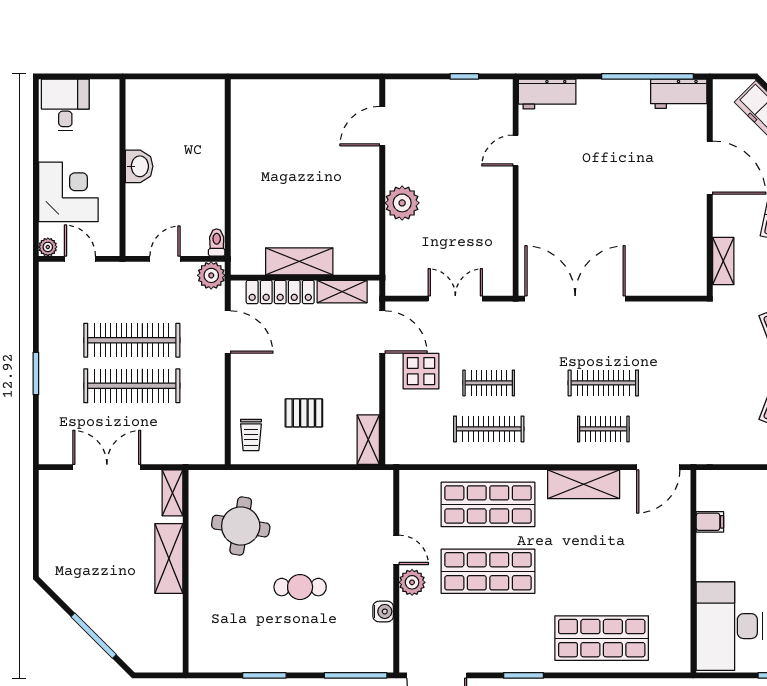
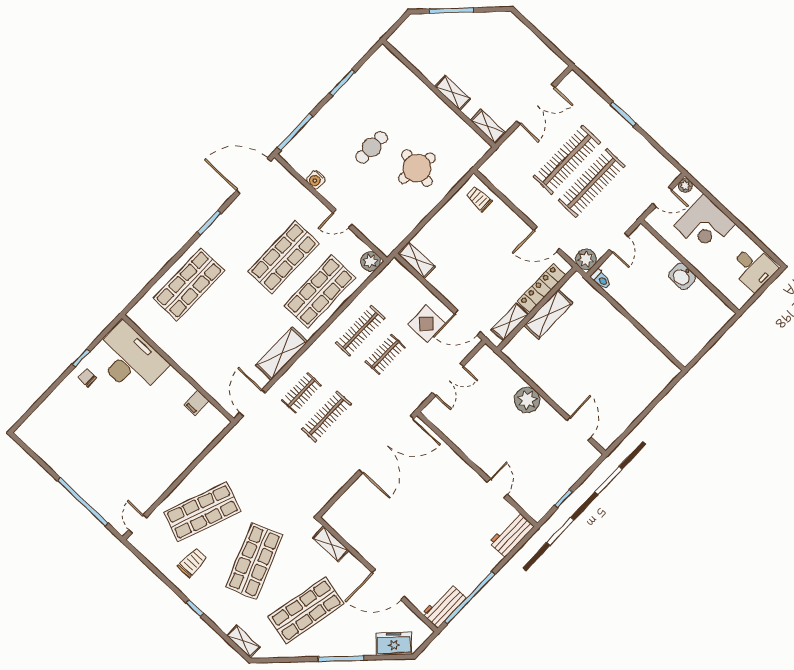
pallet: (304, 413) -> (464, 239), removed
round table: (241, 526) -> (417, 168), moved
shelving: (169, 559) -> (453, 93), width x0.67, depth x0.75
plant: (412, 582) -> (370, 261), moved

